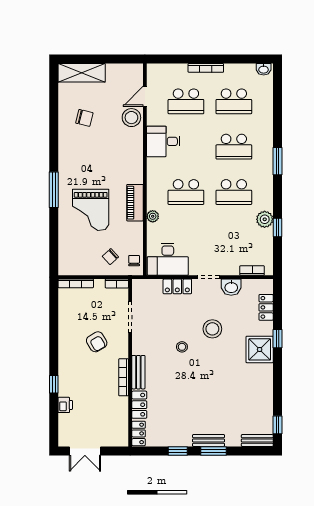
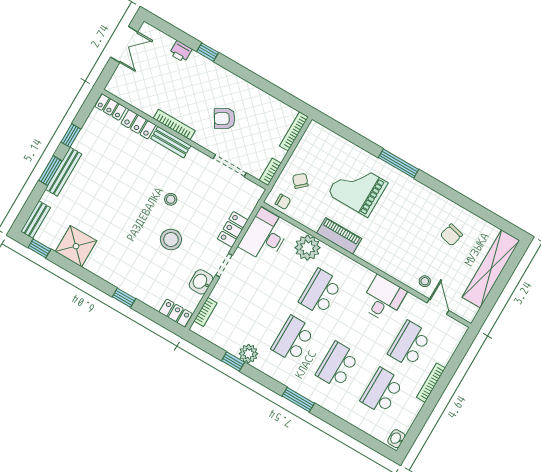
shelving: (82, 73) -> (491, 269), width x1.47
stool: (131, 118) -> (425, 281), width x0.53, depth x0.53
plant: (153, 216) -> (308, 248), width x1.87, depth x1.87
locker: (266, 307) -> (176, 313), moved
shower: (260, 349) -> (76, 246), moved
bench: (209, 440) -> (64, 172), width x1.36
double door: (85, 451) -> (124, 44), swing flipped

